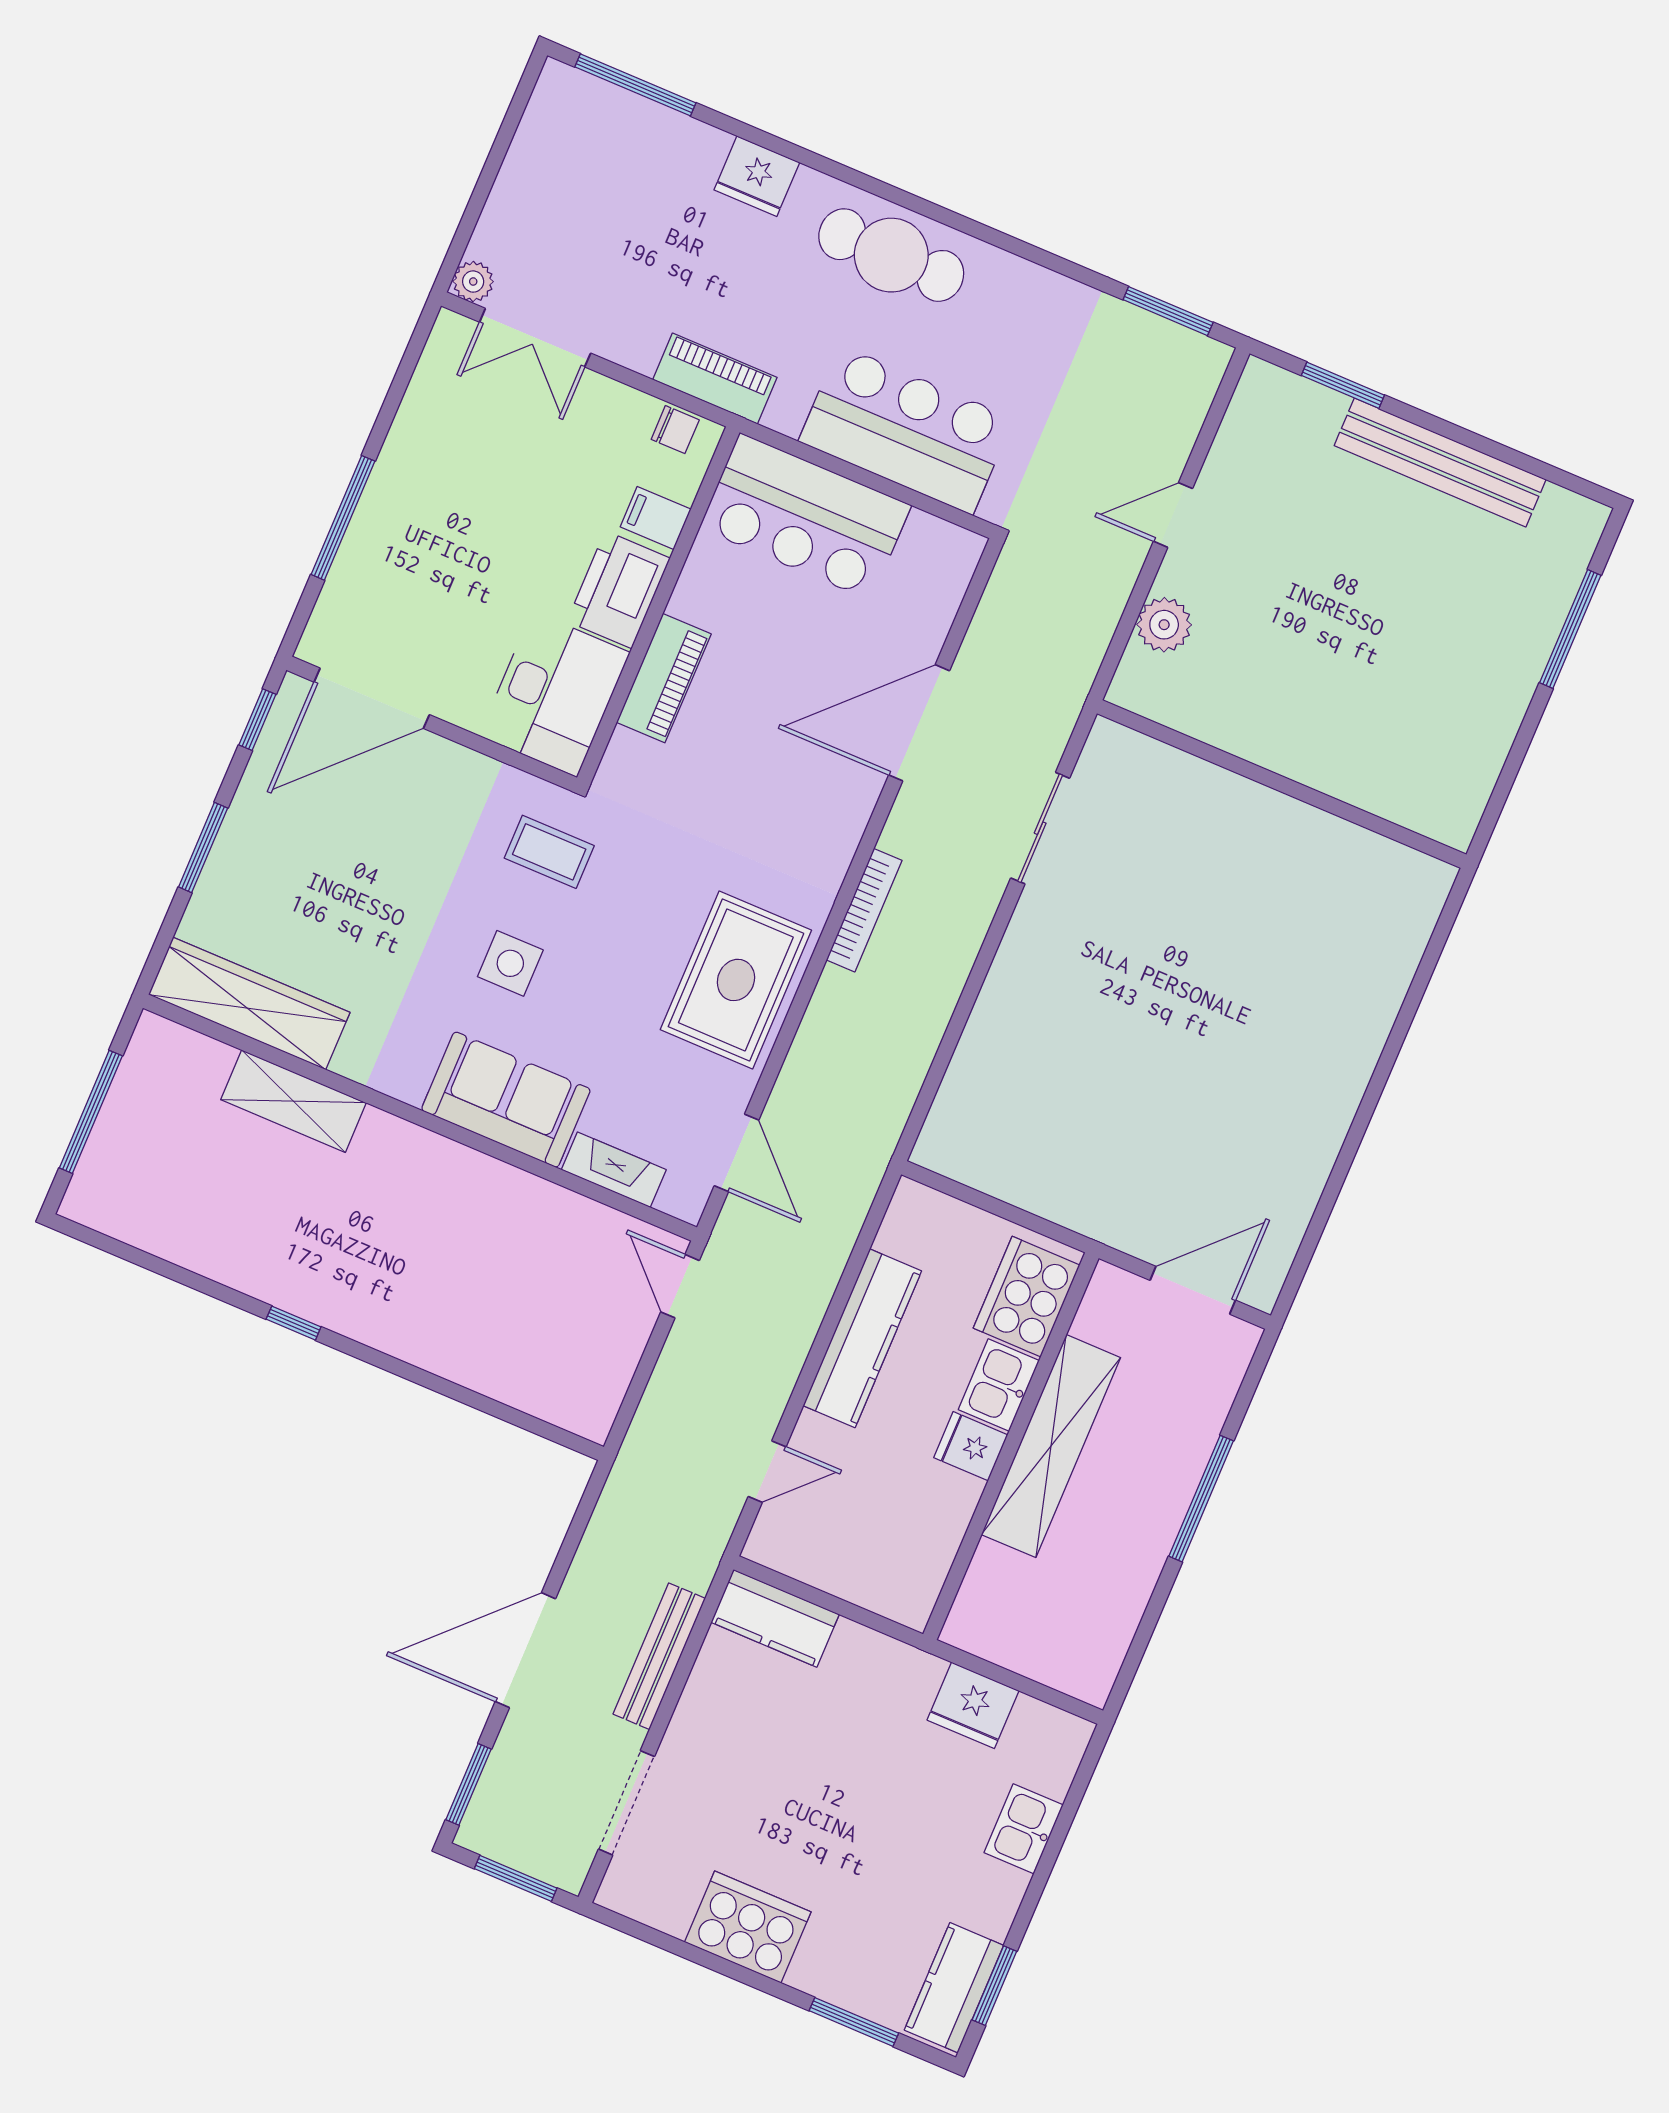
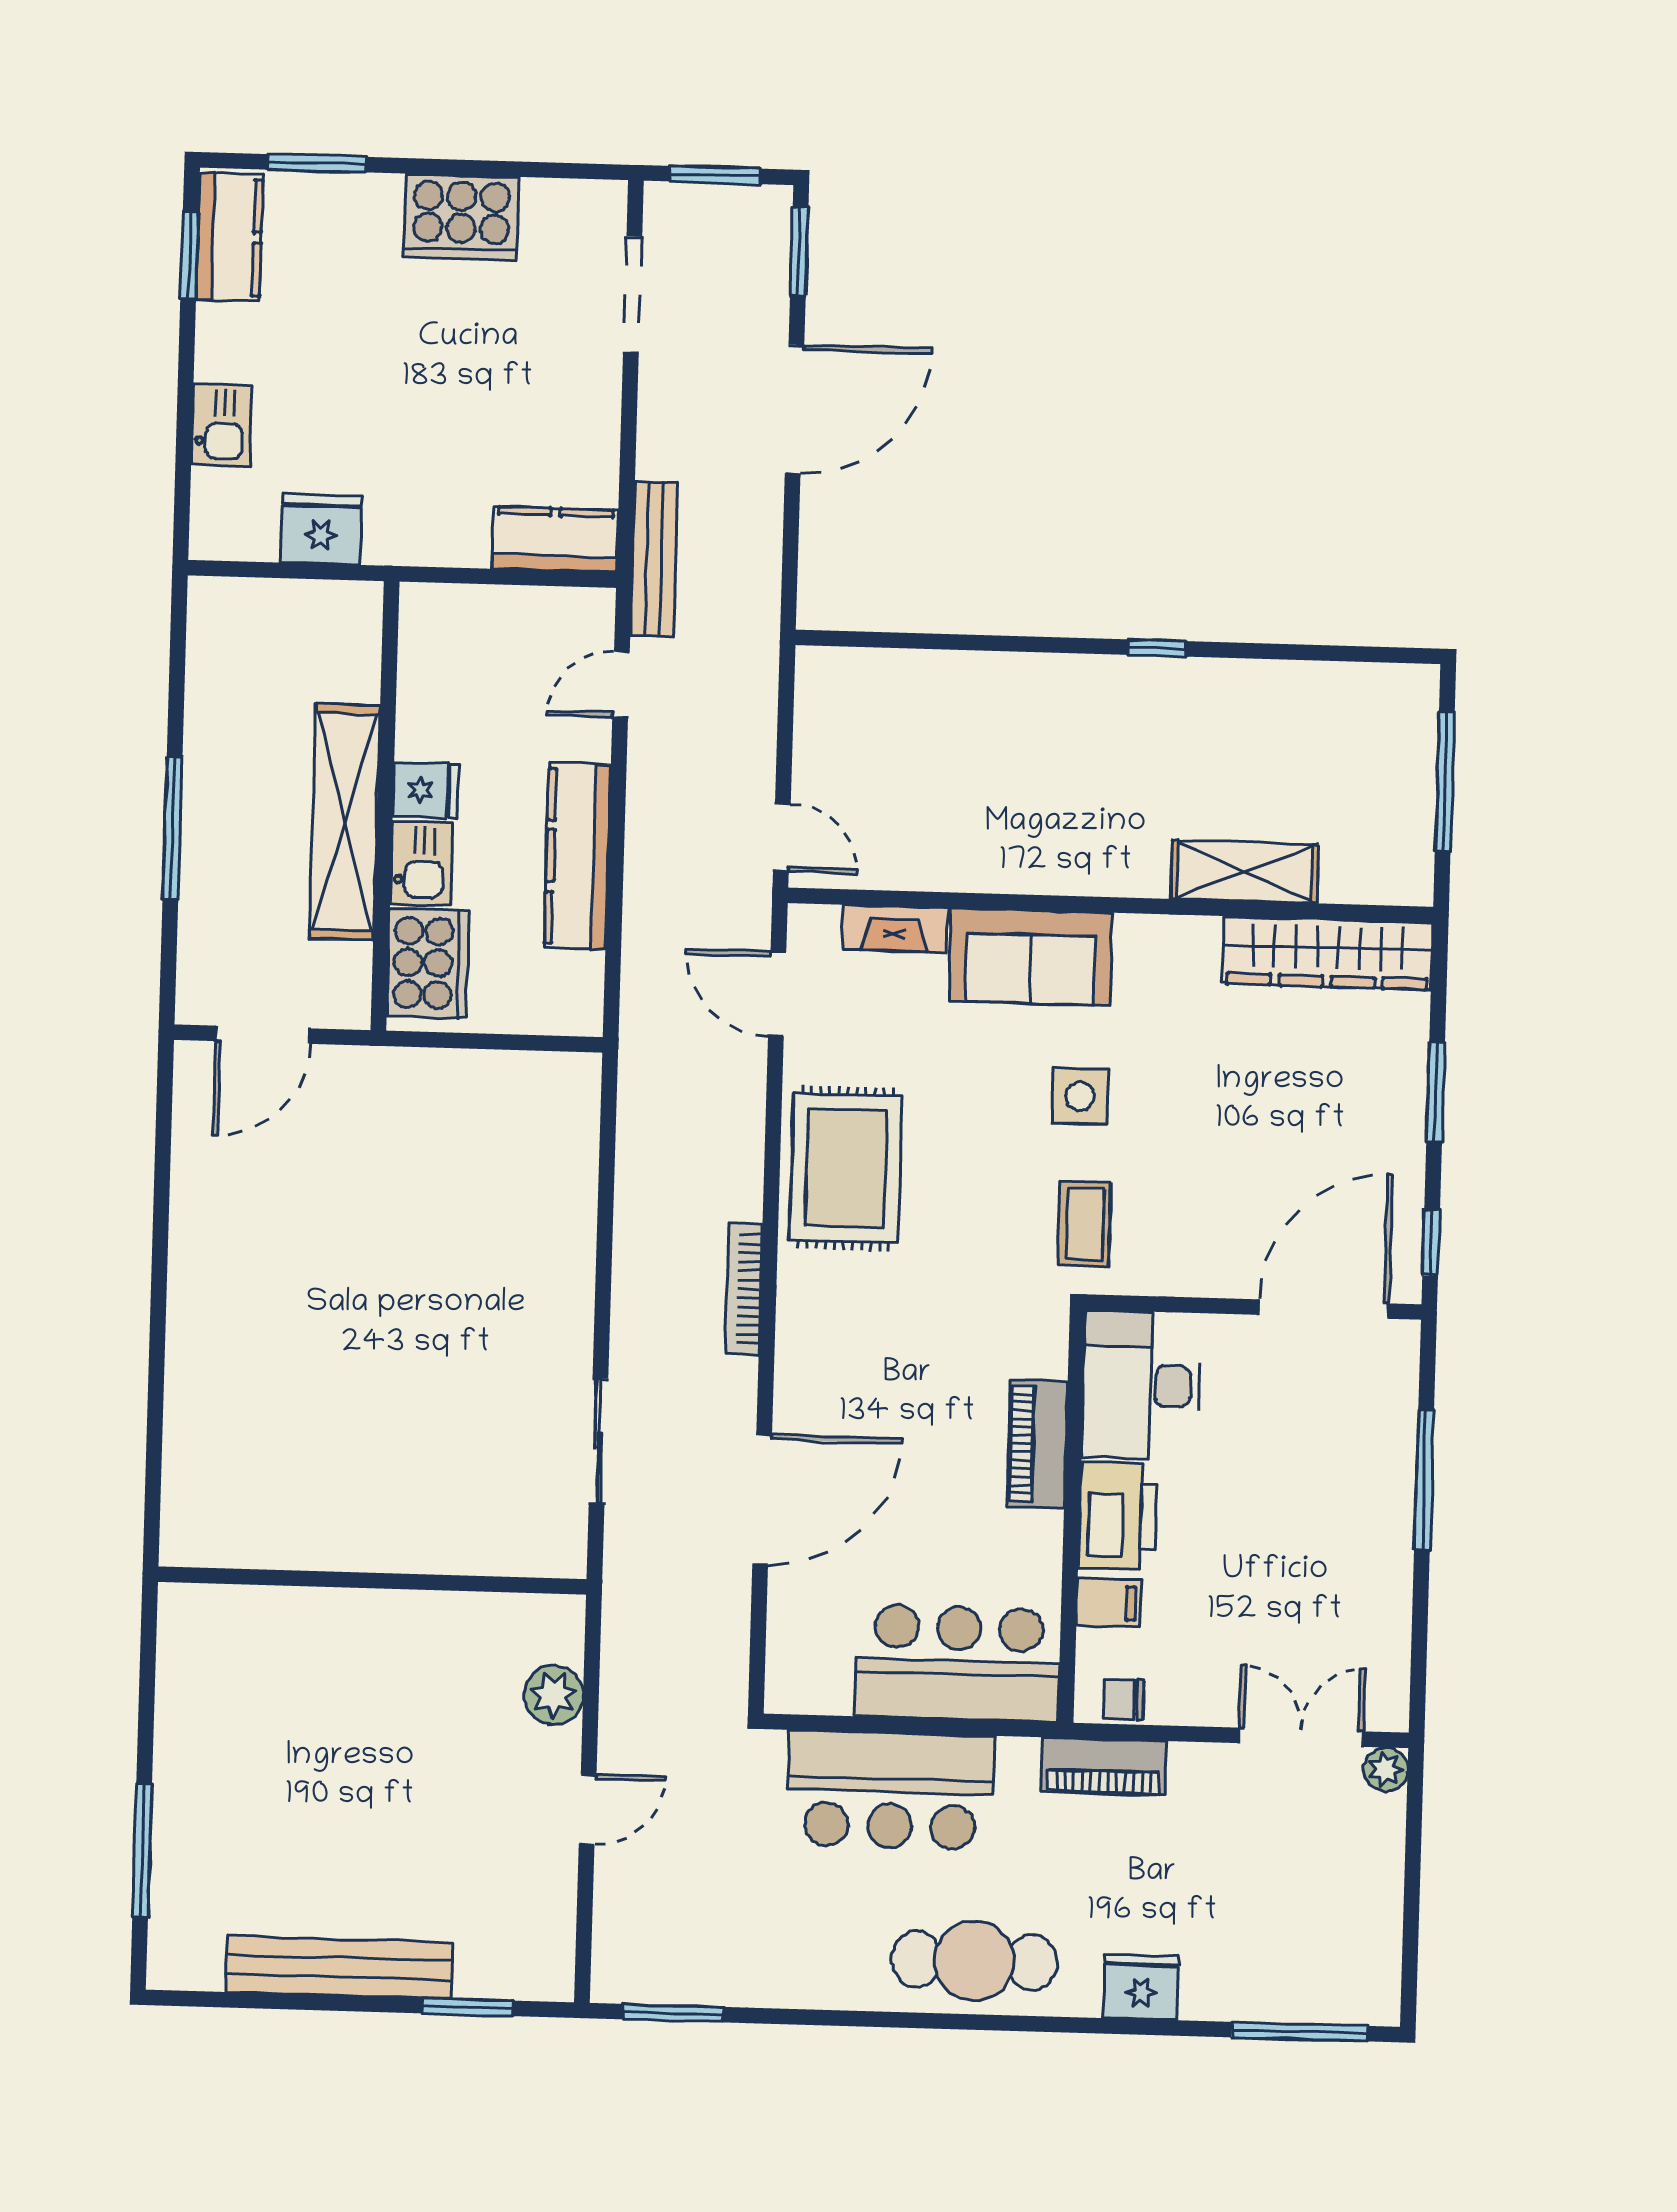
coffee table: (549, 852) -> (1085, 1224), turned 90
bench: (659, 1656) -> (654, 559), moved

